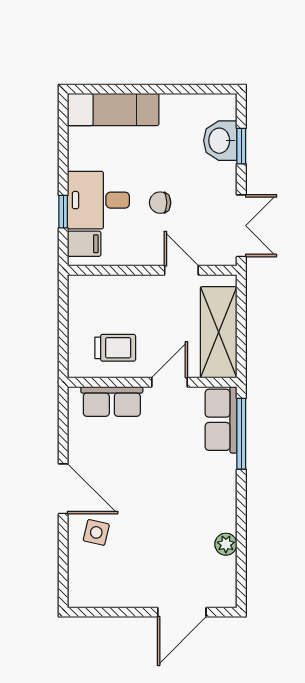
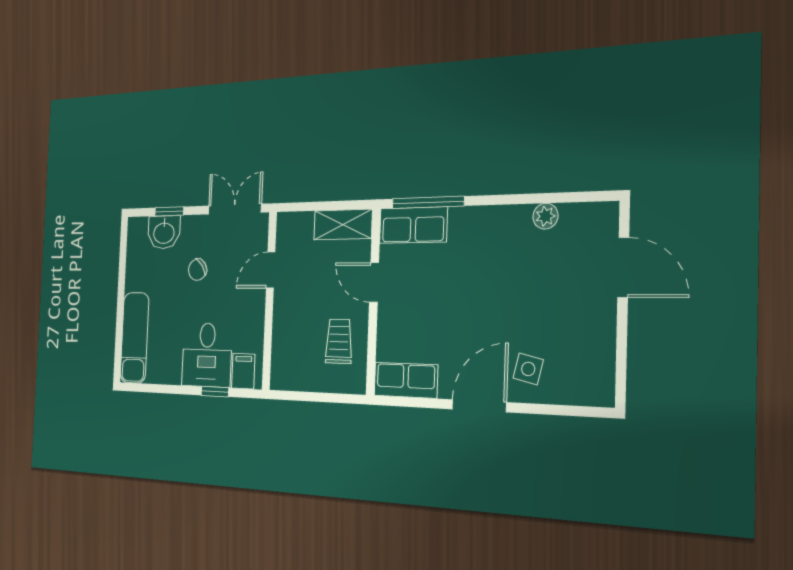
chair: (160, 203) -> (197, 270), moved, turned 53
shelving: (219, 332) -> (343, 225), width x0.67, depth x0.75
row of seats: (112, 401) -> (406, 380), moved, turned -90

